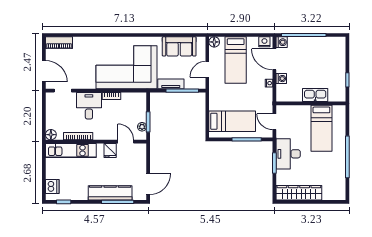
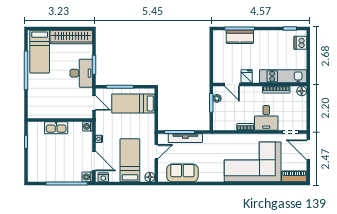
corner sofa: (127, 67) -> (253, 162), moved, turned 180
washing machine: (281, 79) -> (88, 126), moved
tv unit: (171, 84) -> (185, 138), width x1.41
bed: (321, 128) -> (40, 52), moved, turned 180
door: (148, 184) -> (211, 45), removed
kitchen counter: (110, 193) -> (240, 37), width x0.67

